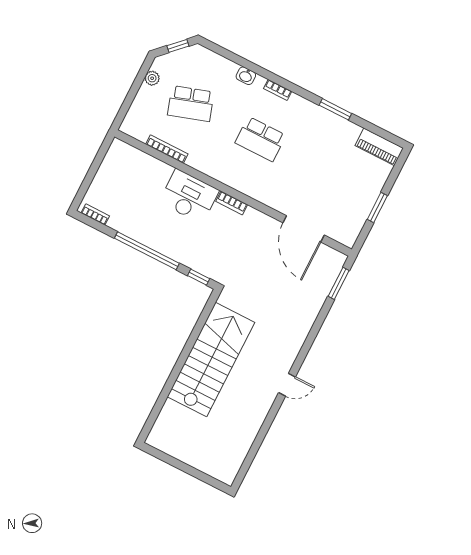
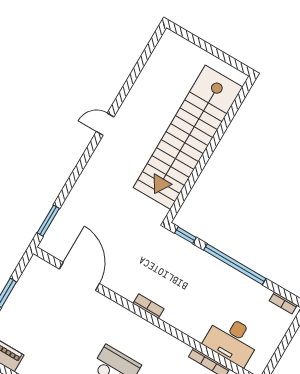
desk: (189, 196) -> (232, 340), moved
stairs: (211, 360) -> (188, 137), width x1.36

